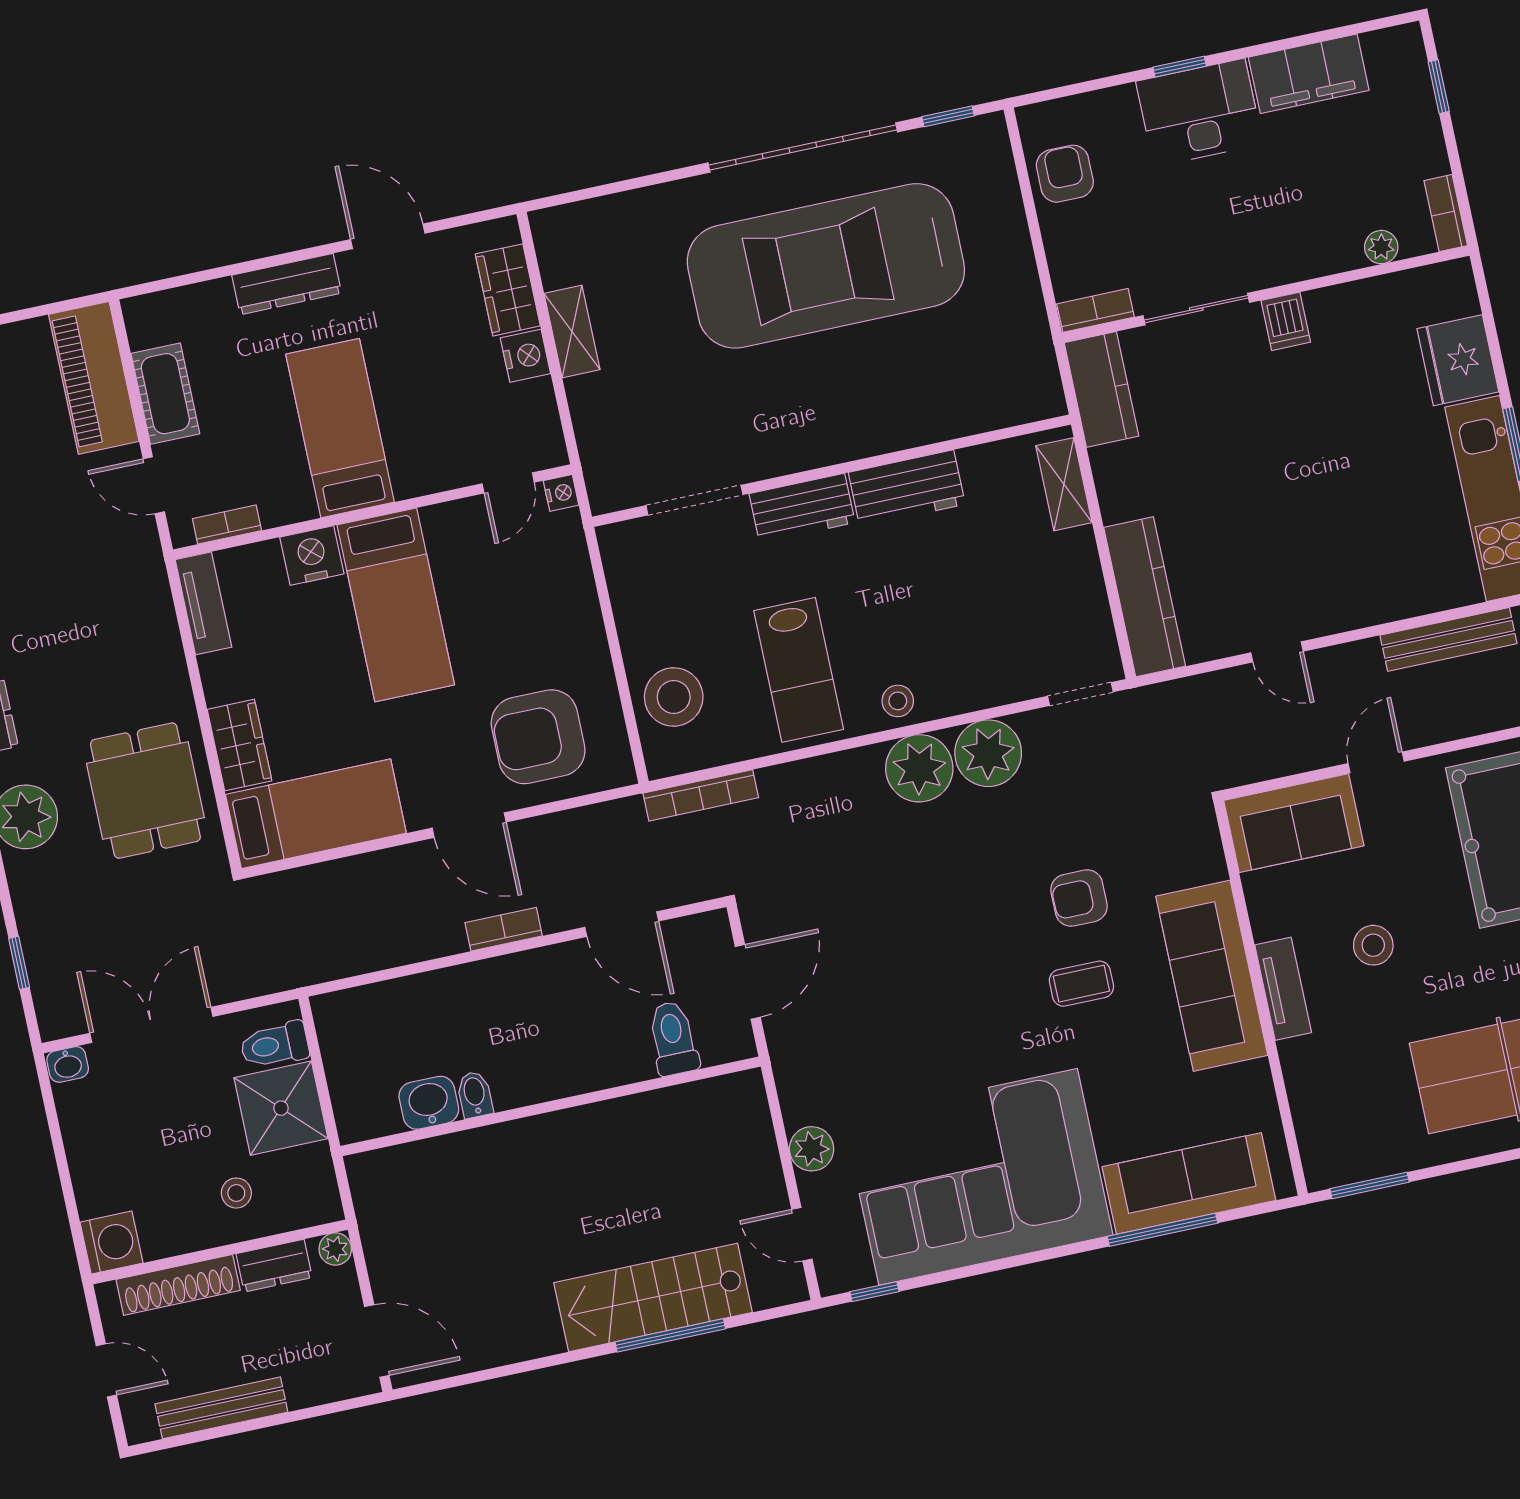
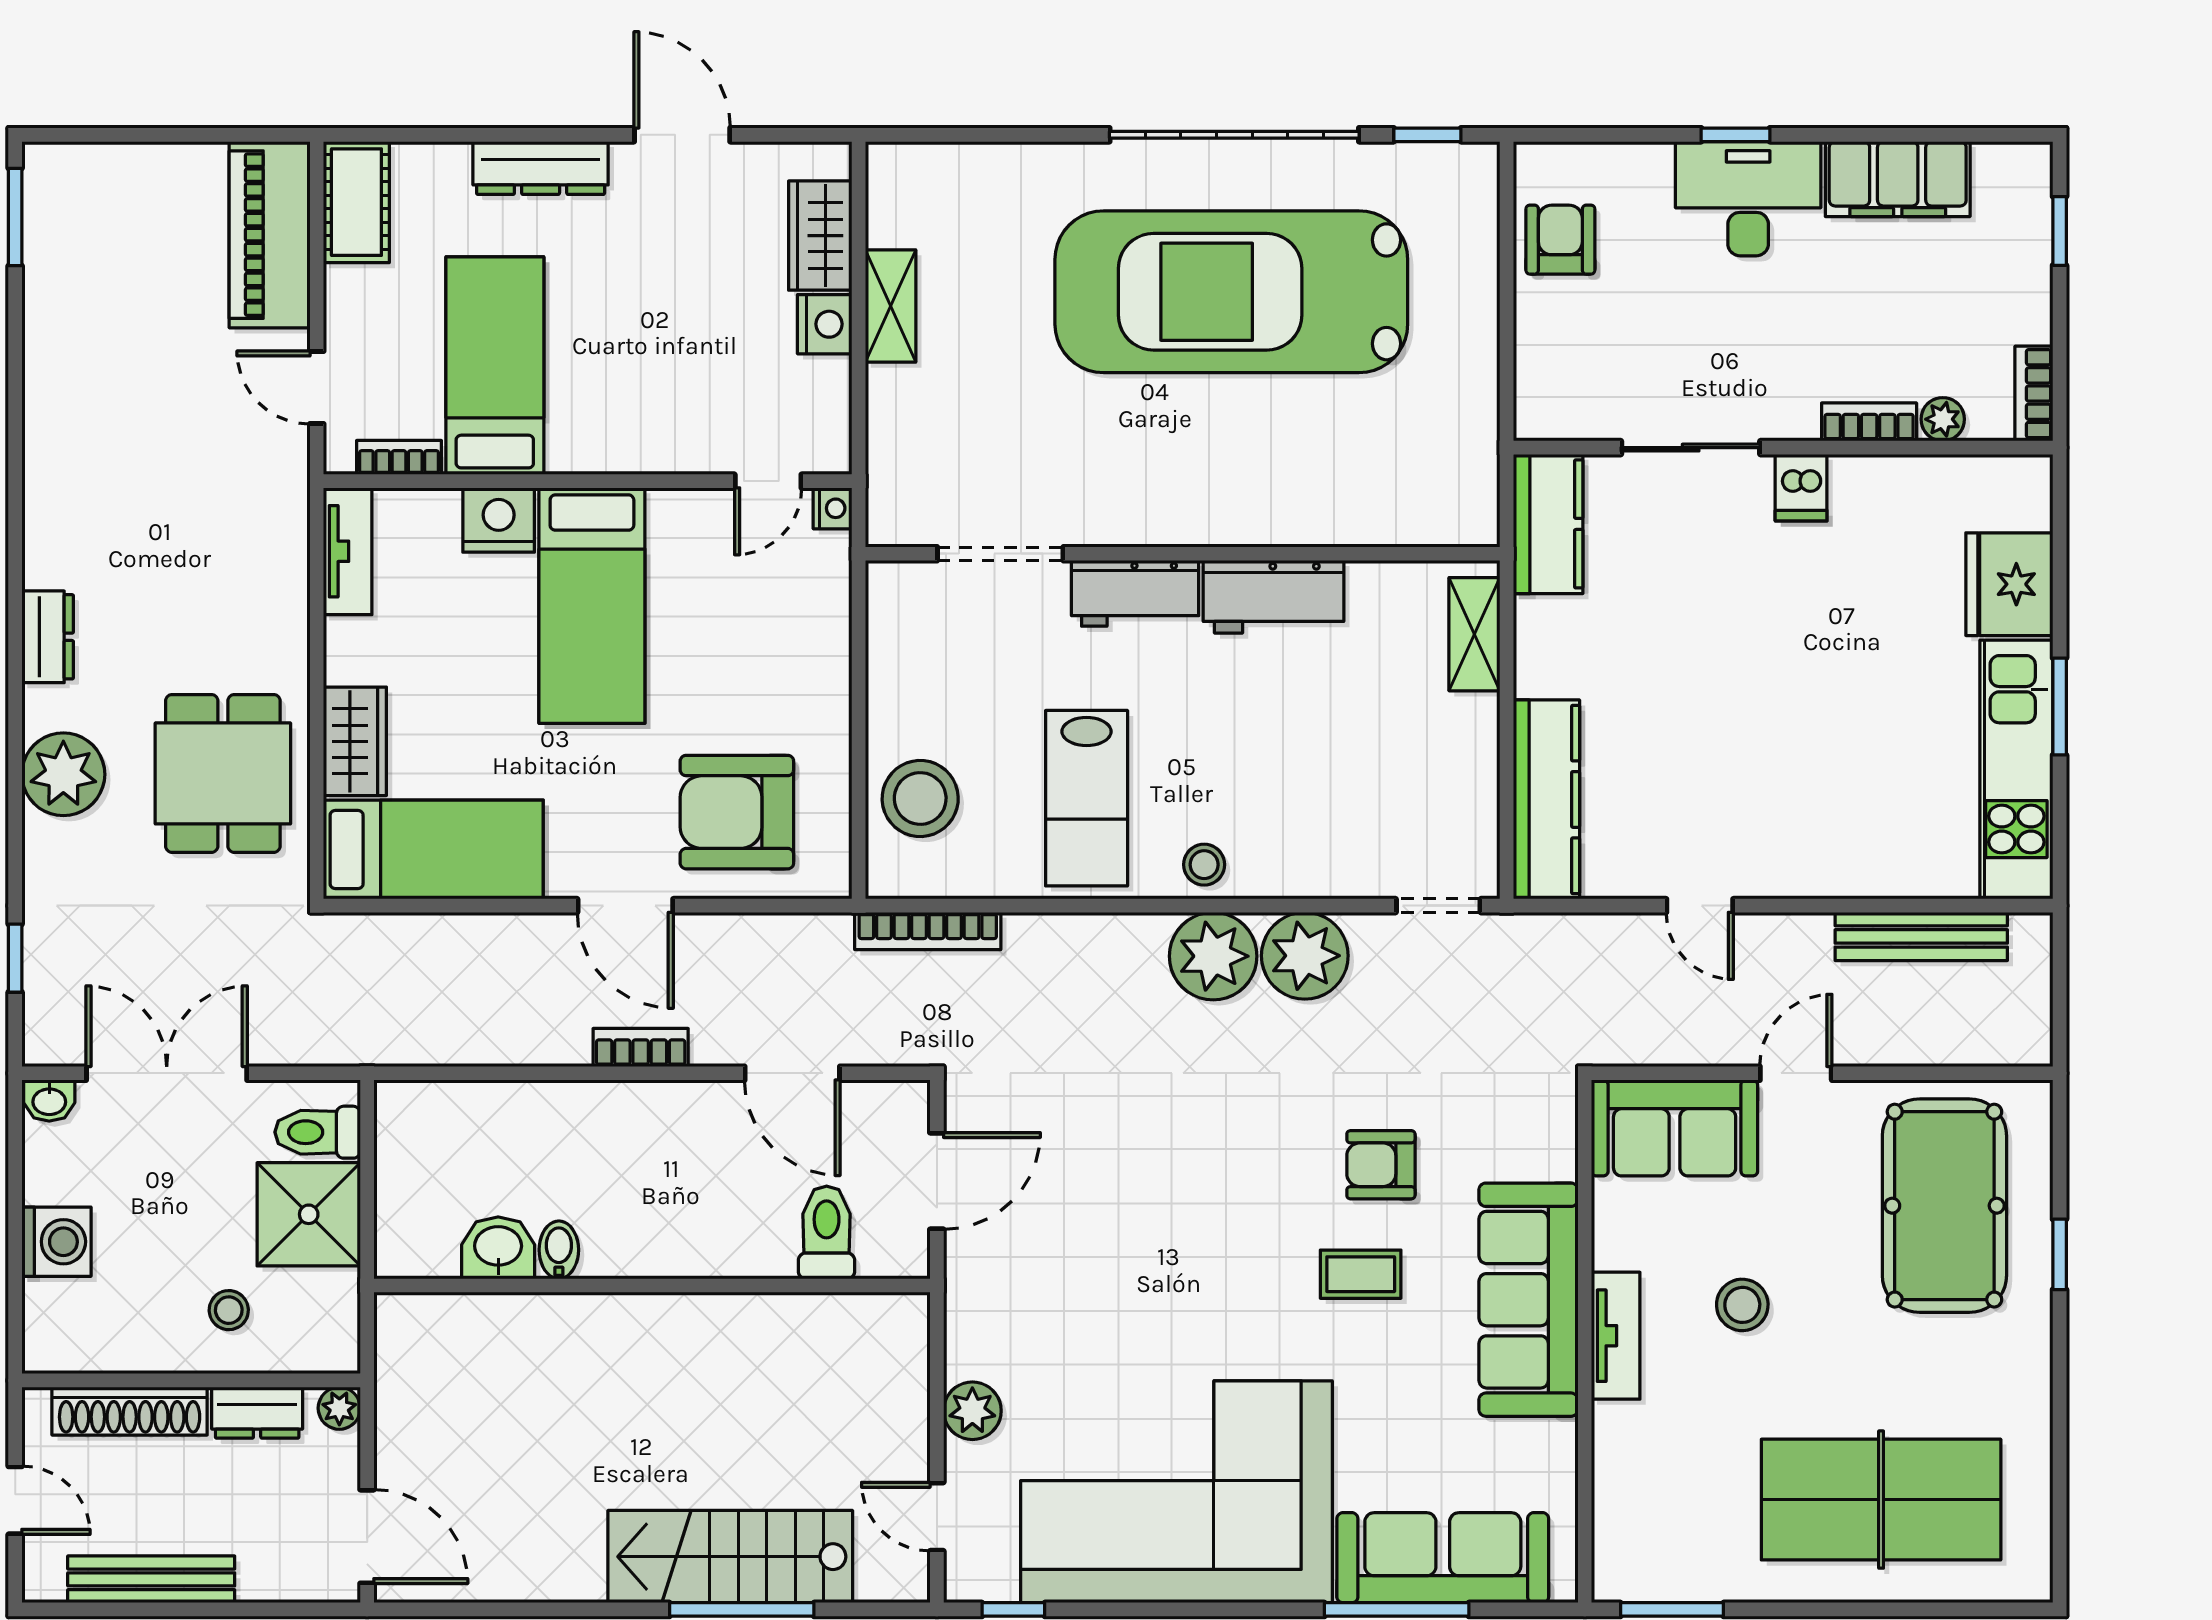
bookcase: (1095, 310) -> (1869, 422), moved
cot: (165, 394) -> (356, 202), moved
bed: (340, 428) -> (495, 366), moved
washing machine: (111, 1243) -> (56, 1242), moved

